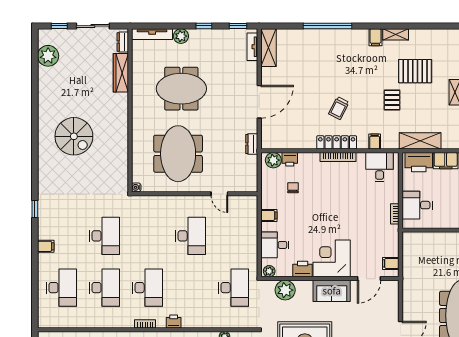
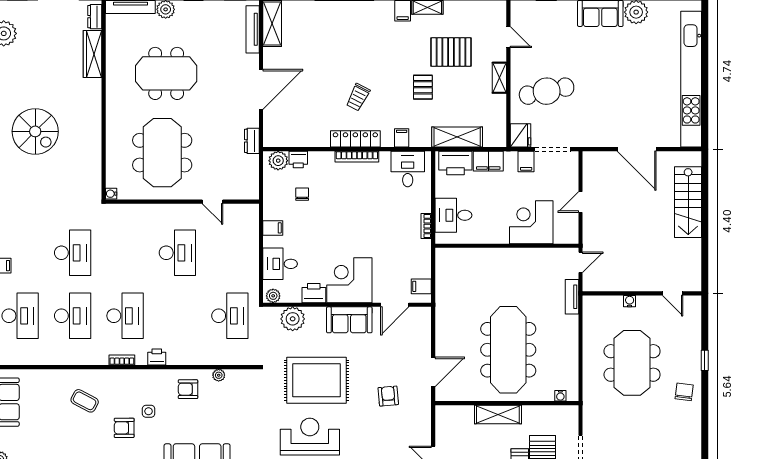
tv unit: (252, 47) -> (253, 29), width x1.41

